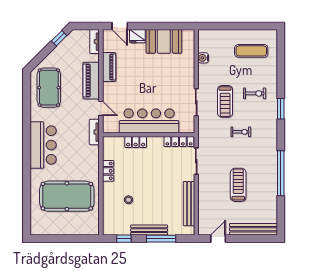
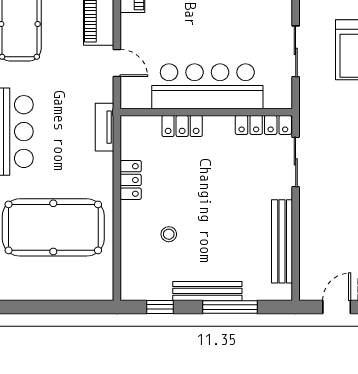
tv unit: (94, 132) -> (105, 127), moved

